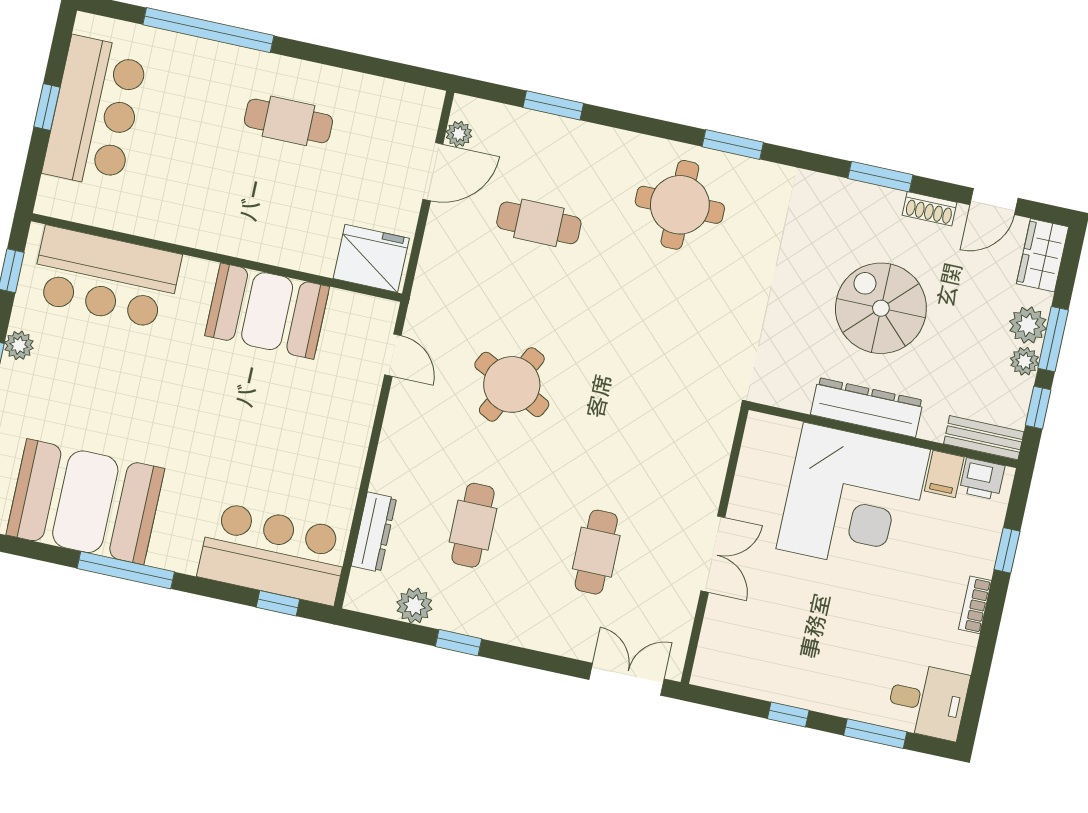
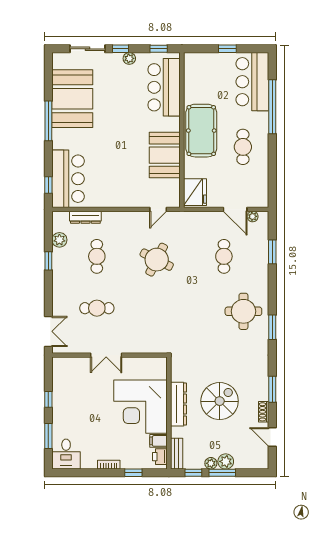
bar counter: (95, 112) -> (252, 82), moved, turned 90
pool table: (228, 212) -> (201, 131), added
wardrobe: (1043, 255) -> (255, 461), removed
cafe table: (473, 525) -> (97, 256), turned 90

